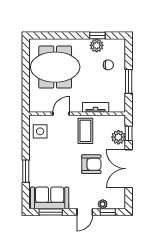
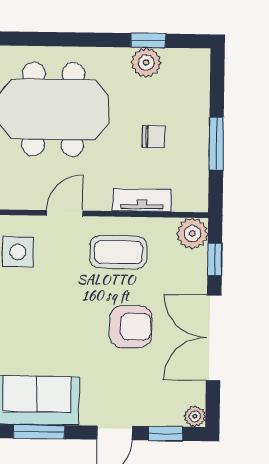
chair: (108, 65) -> (154, 137), moved
coffee table: (85, 131) -> (118, 252), turned 90
plant: (118, 137) -> (192, 233), moved
plant: (103, 204) -> (195, 416), moved

